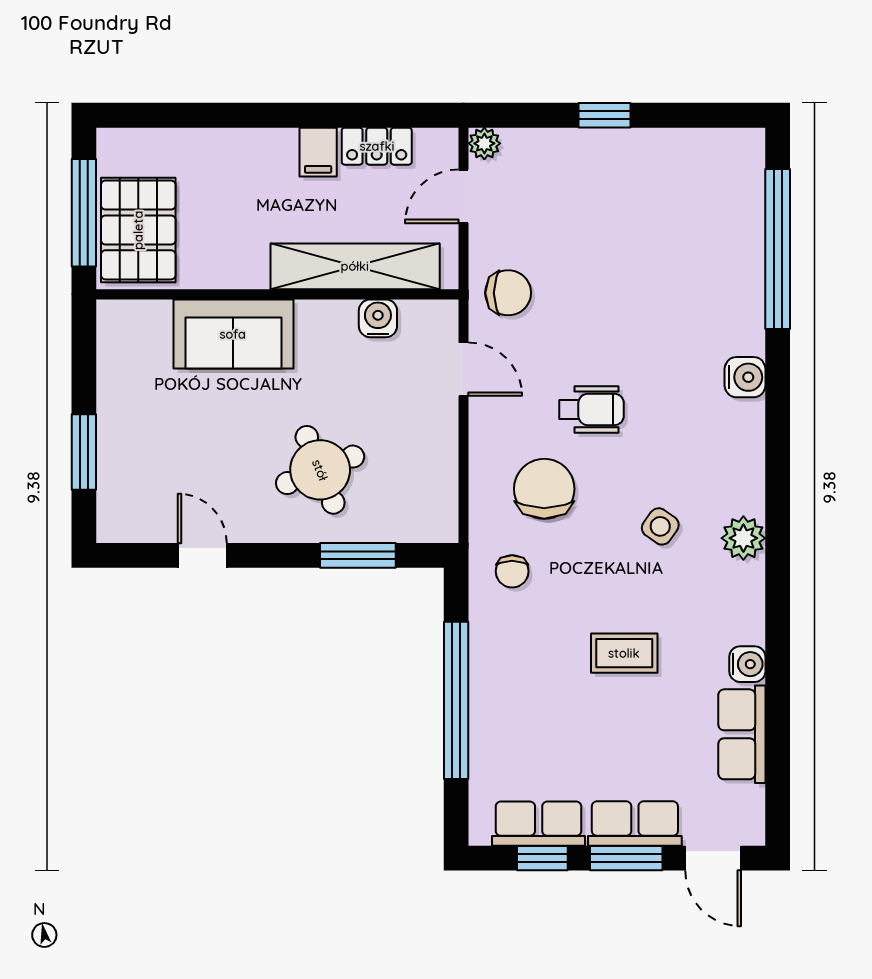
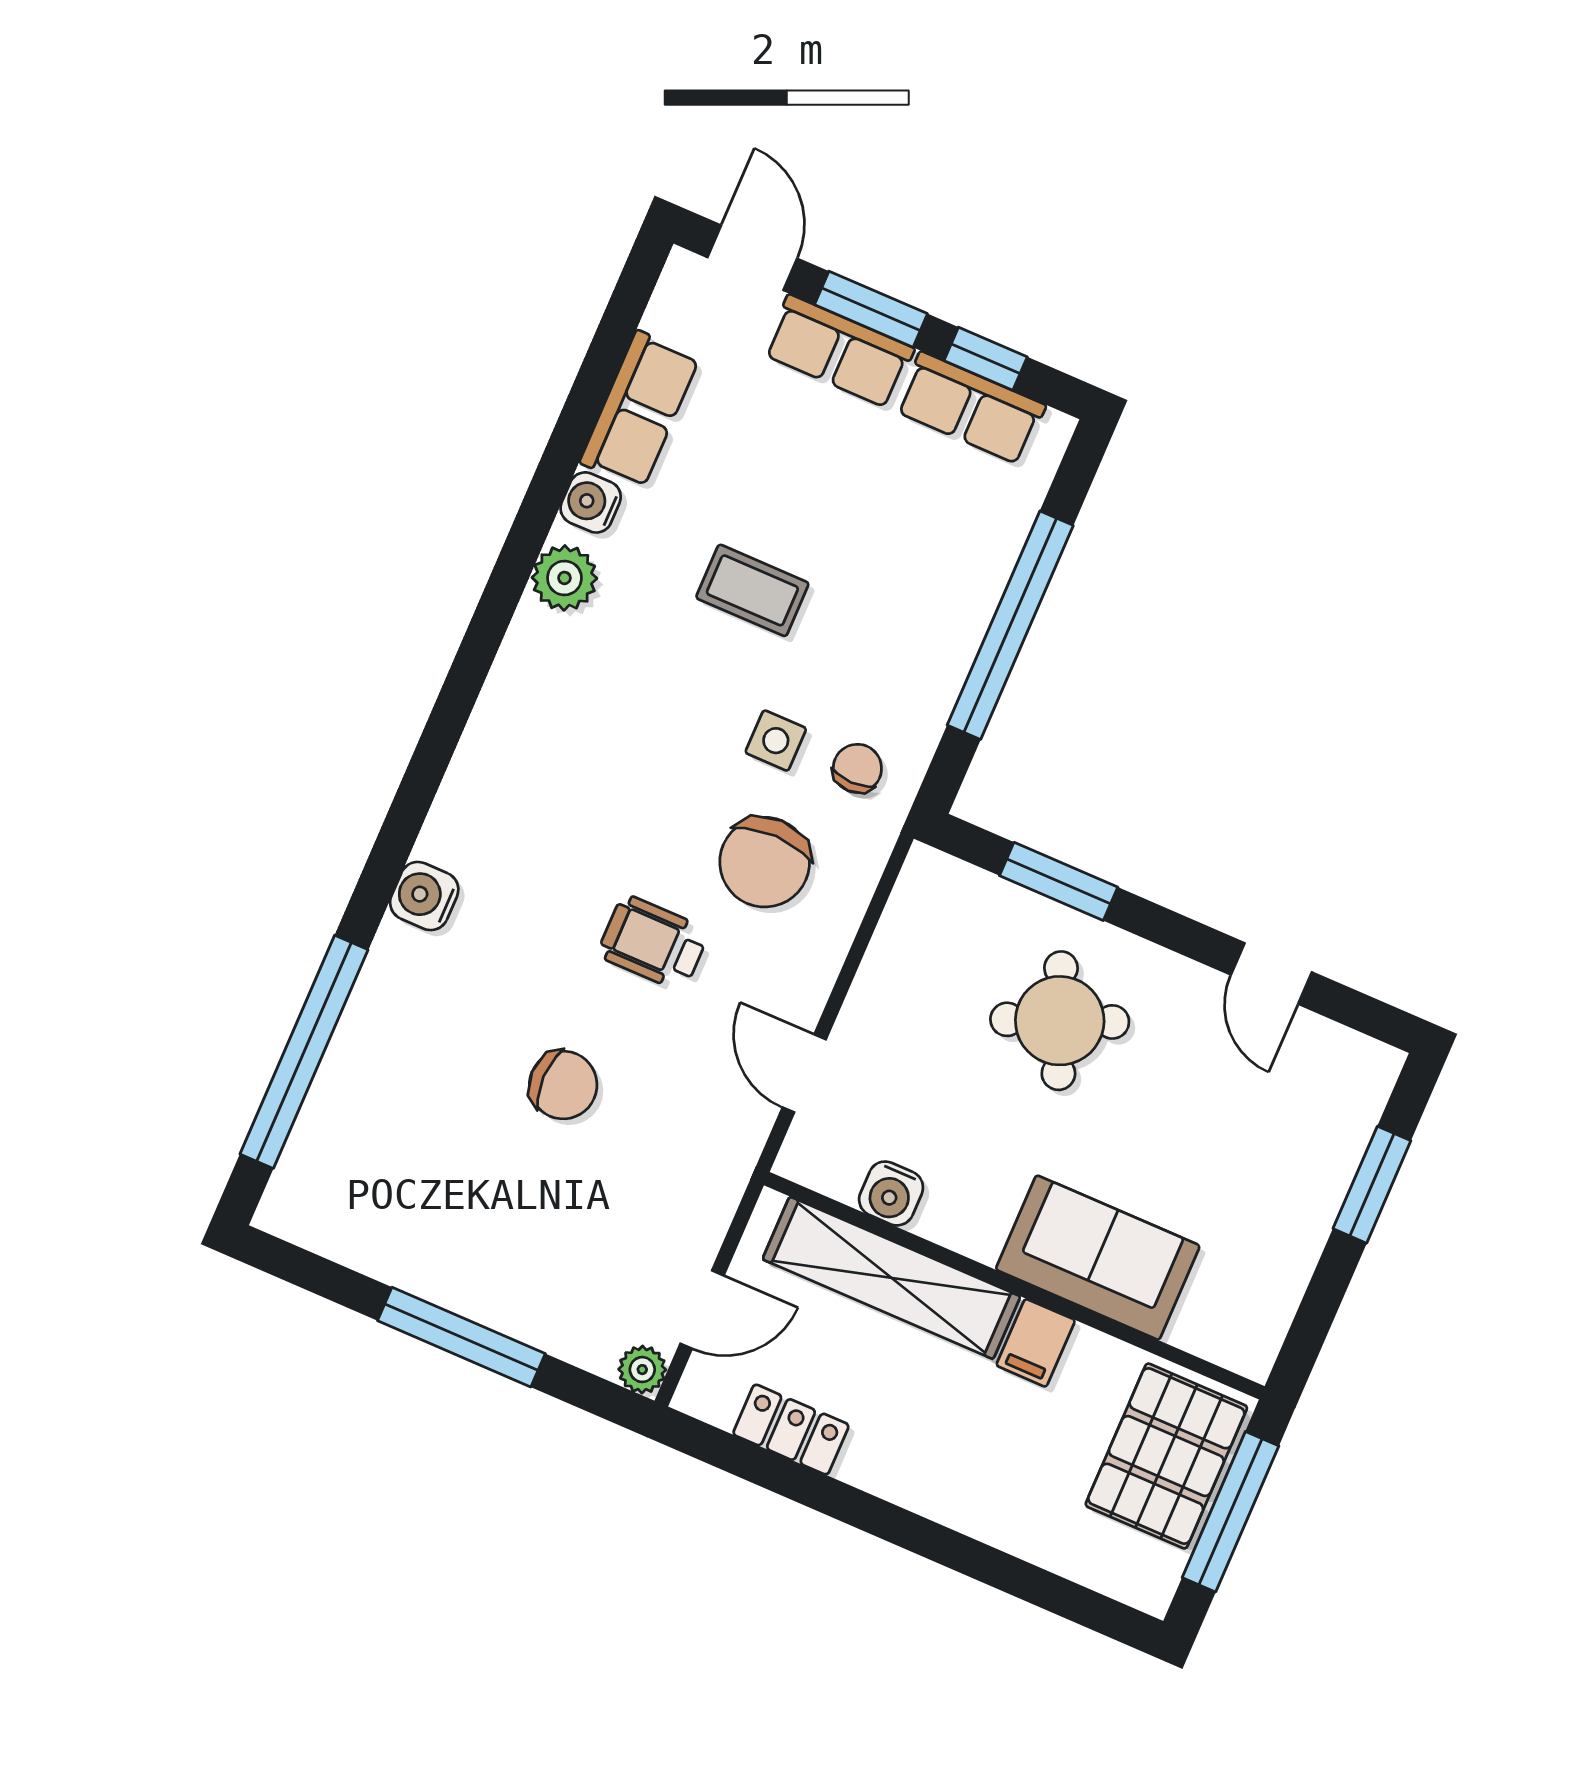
window: (604, 115) -> (461, 1337), width x2.17
filing cabinet: (318, 152) -> (1036, 1343), moved, turned 180
chair: (508, 293) -> (563, 1085), moved, turned 180
side table: (660, 526) -> (776, 741), moved, turned -35
plant: (743, 538) -> (564, 578), moved

